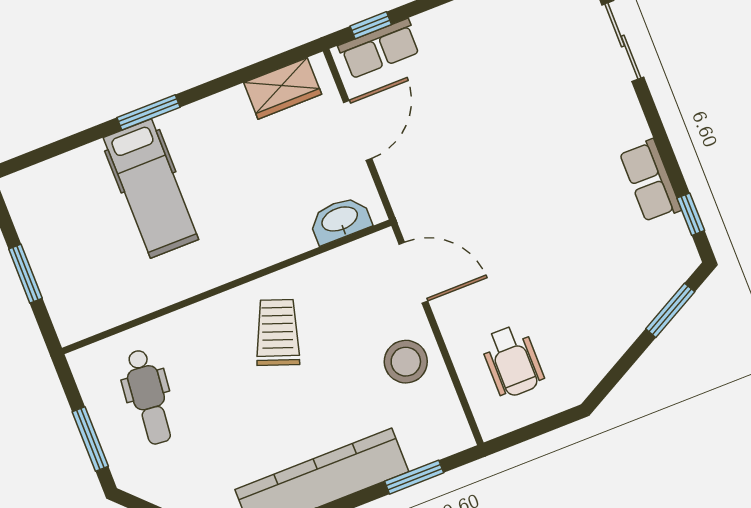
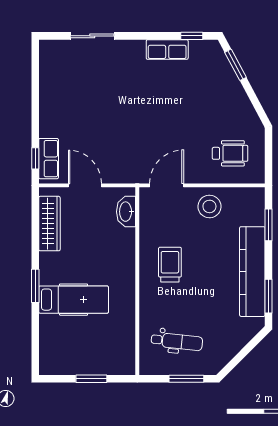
wardrobe: (283, 88) -> (49, 224), width x1.50
trolley: (278, 332) -> (170, 265), turned 70

